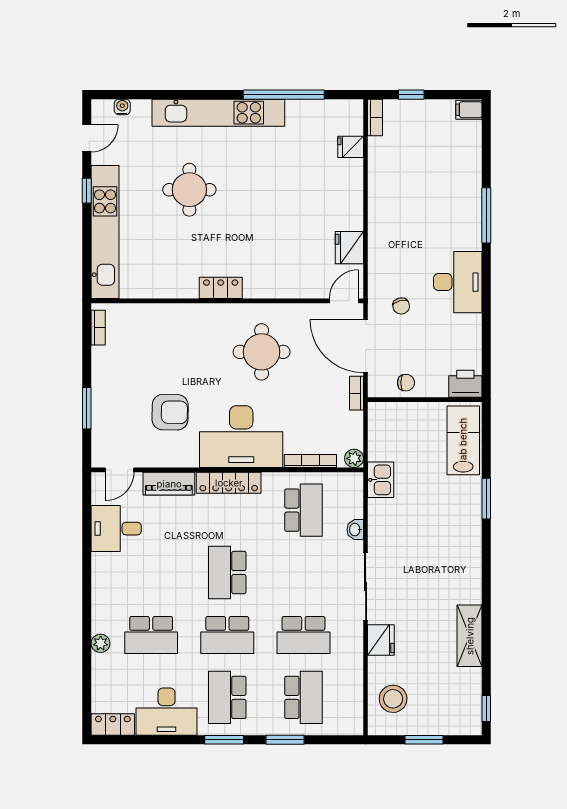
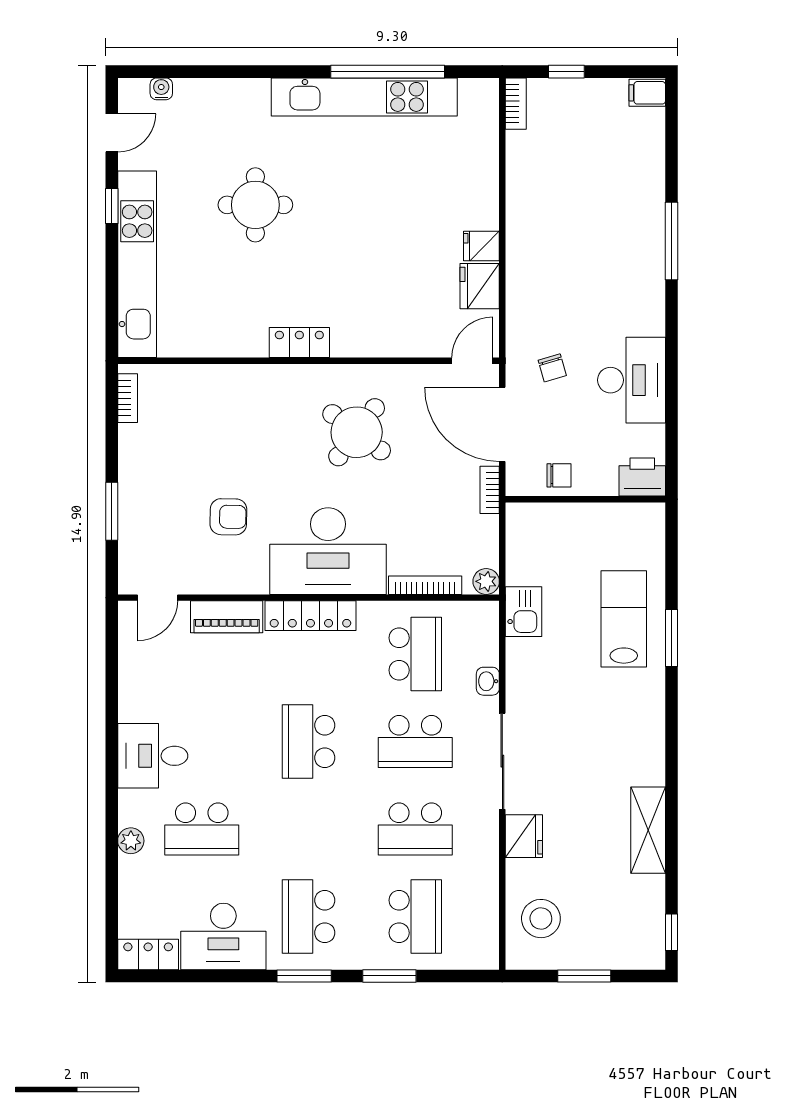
kitchen unit: (218, 113) -> (364, 97), moved
fridge: (351, 147) -> (481, 246), moved
desk: (458, 282) -> (631, 380), moved
round table: (262, 352) -> (357, 432), turned 37
armchair: (170, 412) -> (228, 517), width x0.72, depth x0.72
lab bench: (463, 440) -> (624, 619), moved
desk: (116, 529) -> (153, 756), moved
school desk: (227, 635) -> (415, 742), moved

